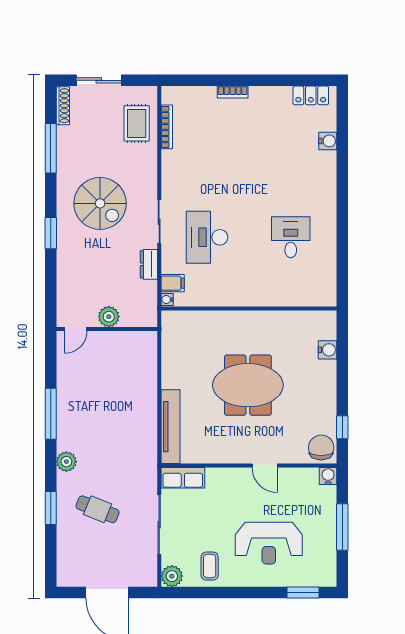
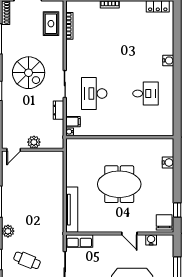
water cooler: (328, 141) -> (168, 60), moved
desk: (291, 237) -> (145, 94), turned 90
water cooler: (328, 476) -> (151, 240), moved

